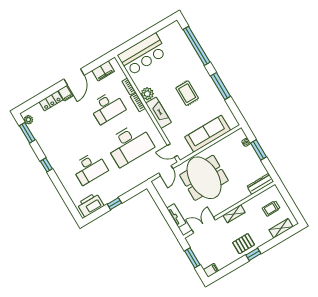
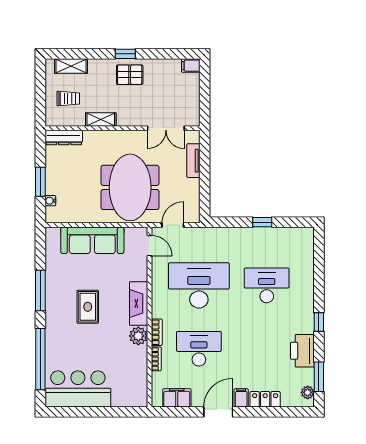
bar counter: (143, 54) -> (78, 389), moved
printer: (90, 205) -> (302, 351), moved, turned 90
shelving: (234, 214) -> (101, 120), moved
window: (192, 258) -> (205, 95), removed

